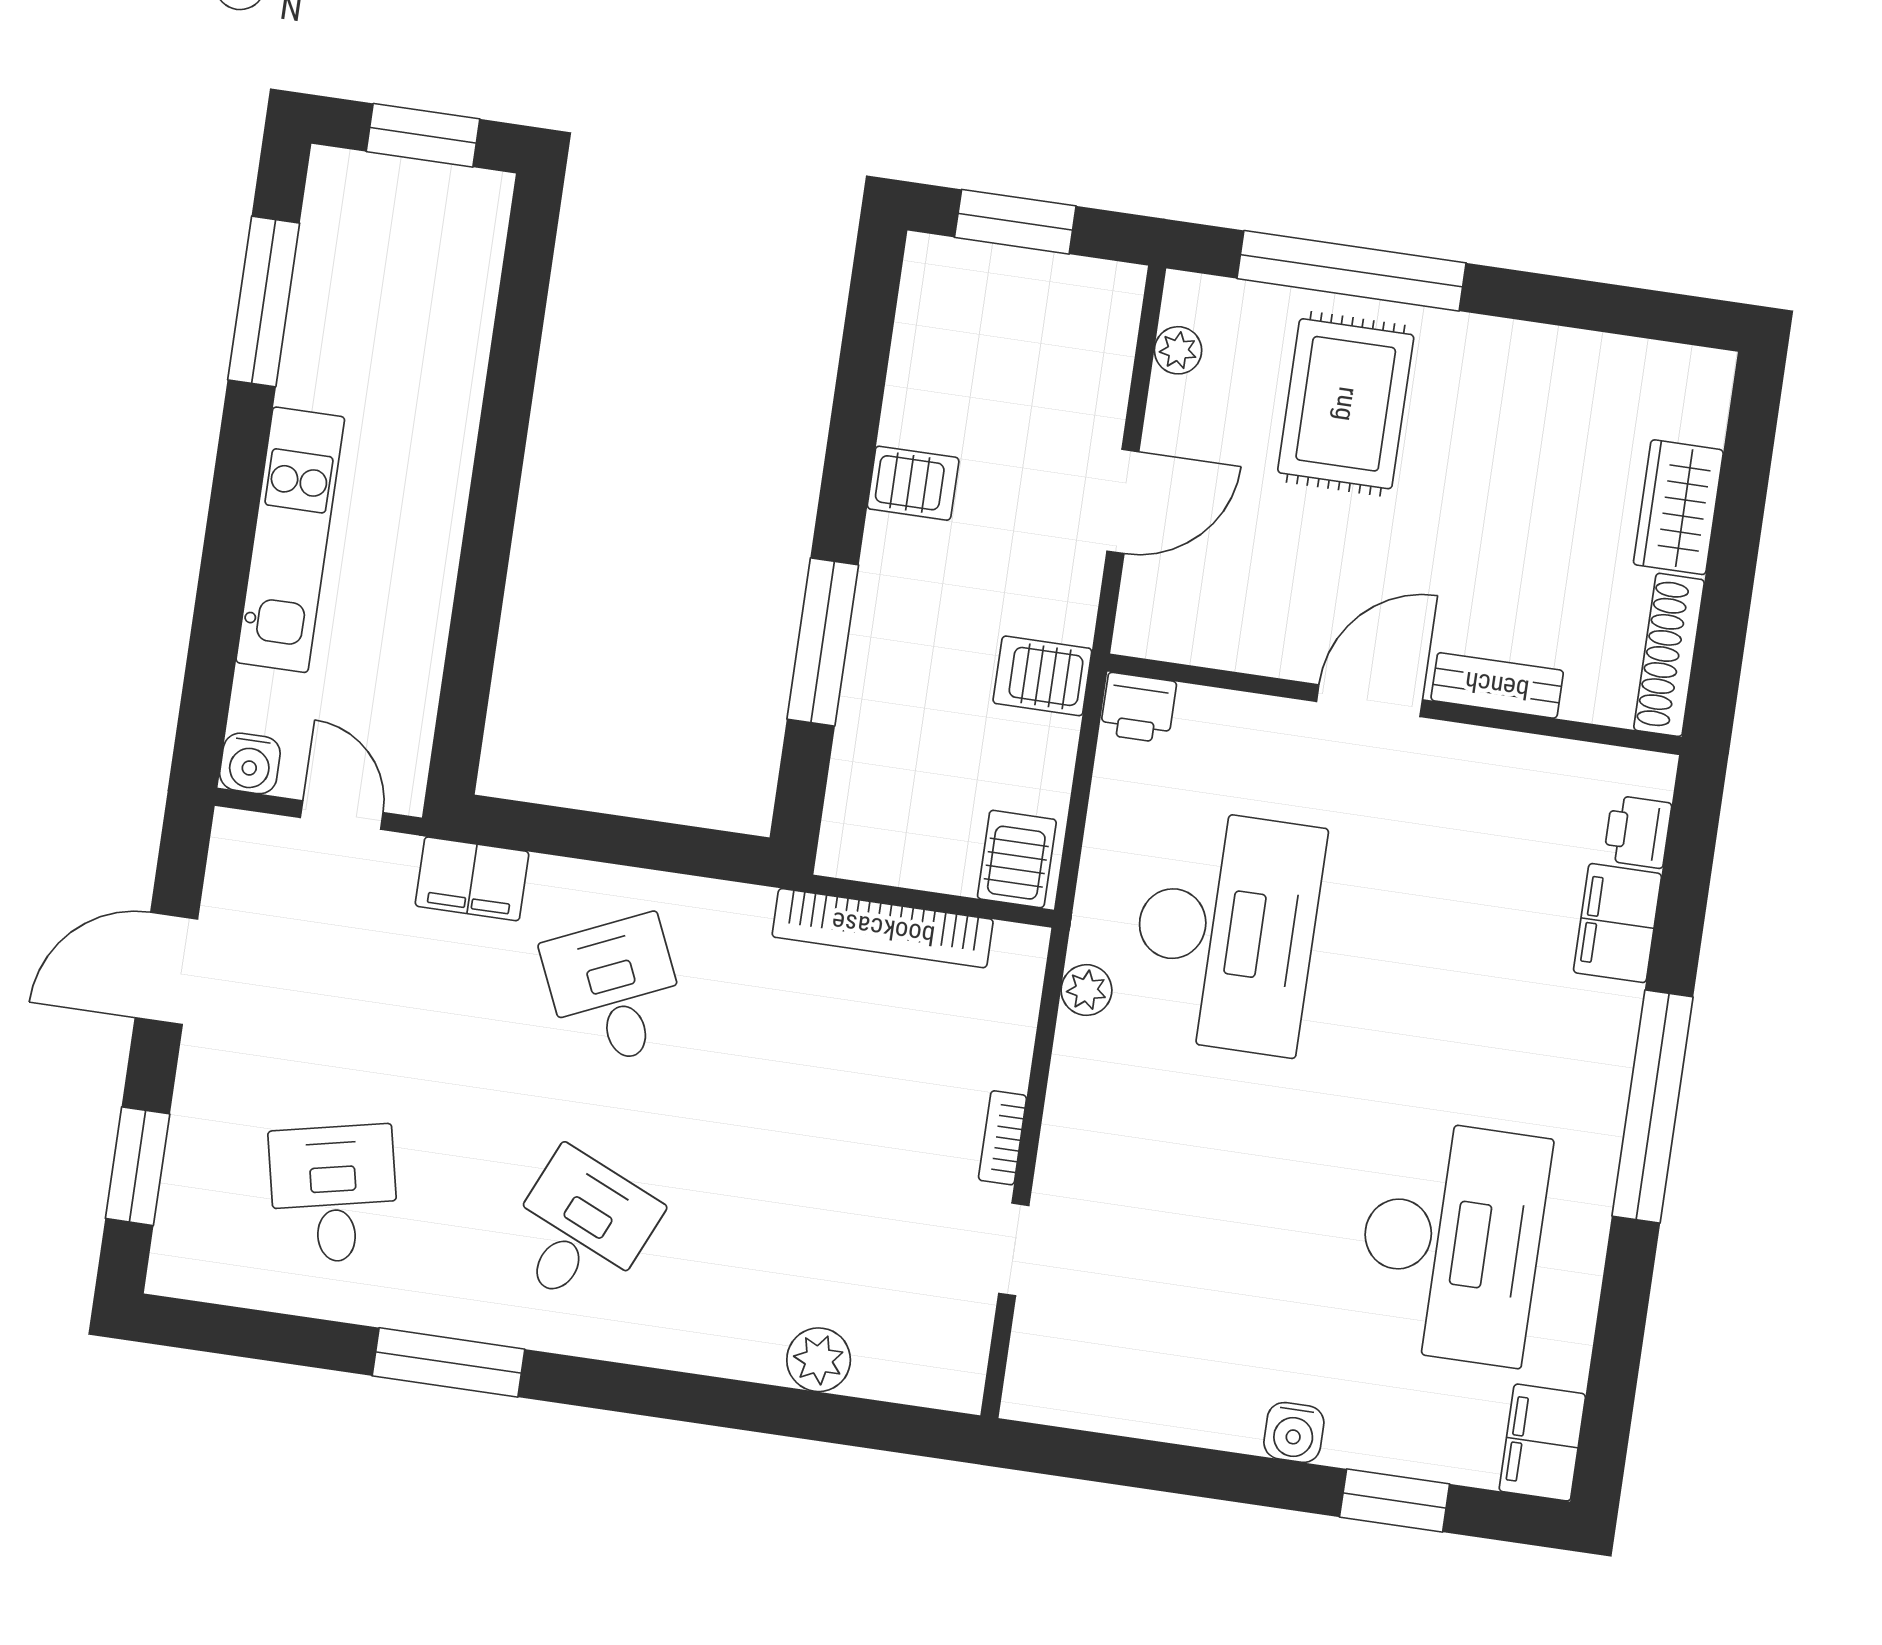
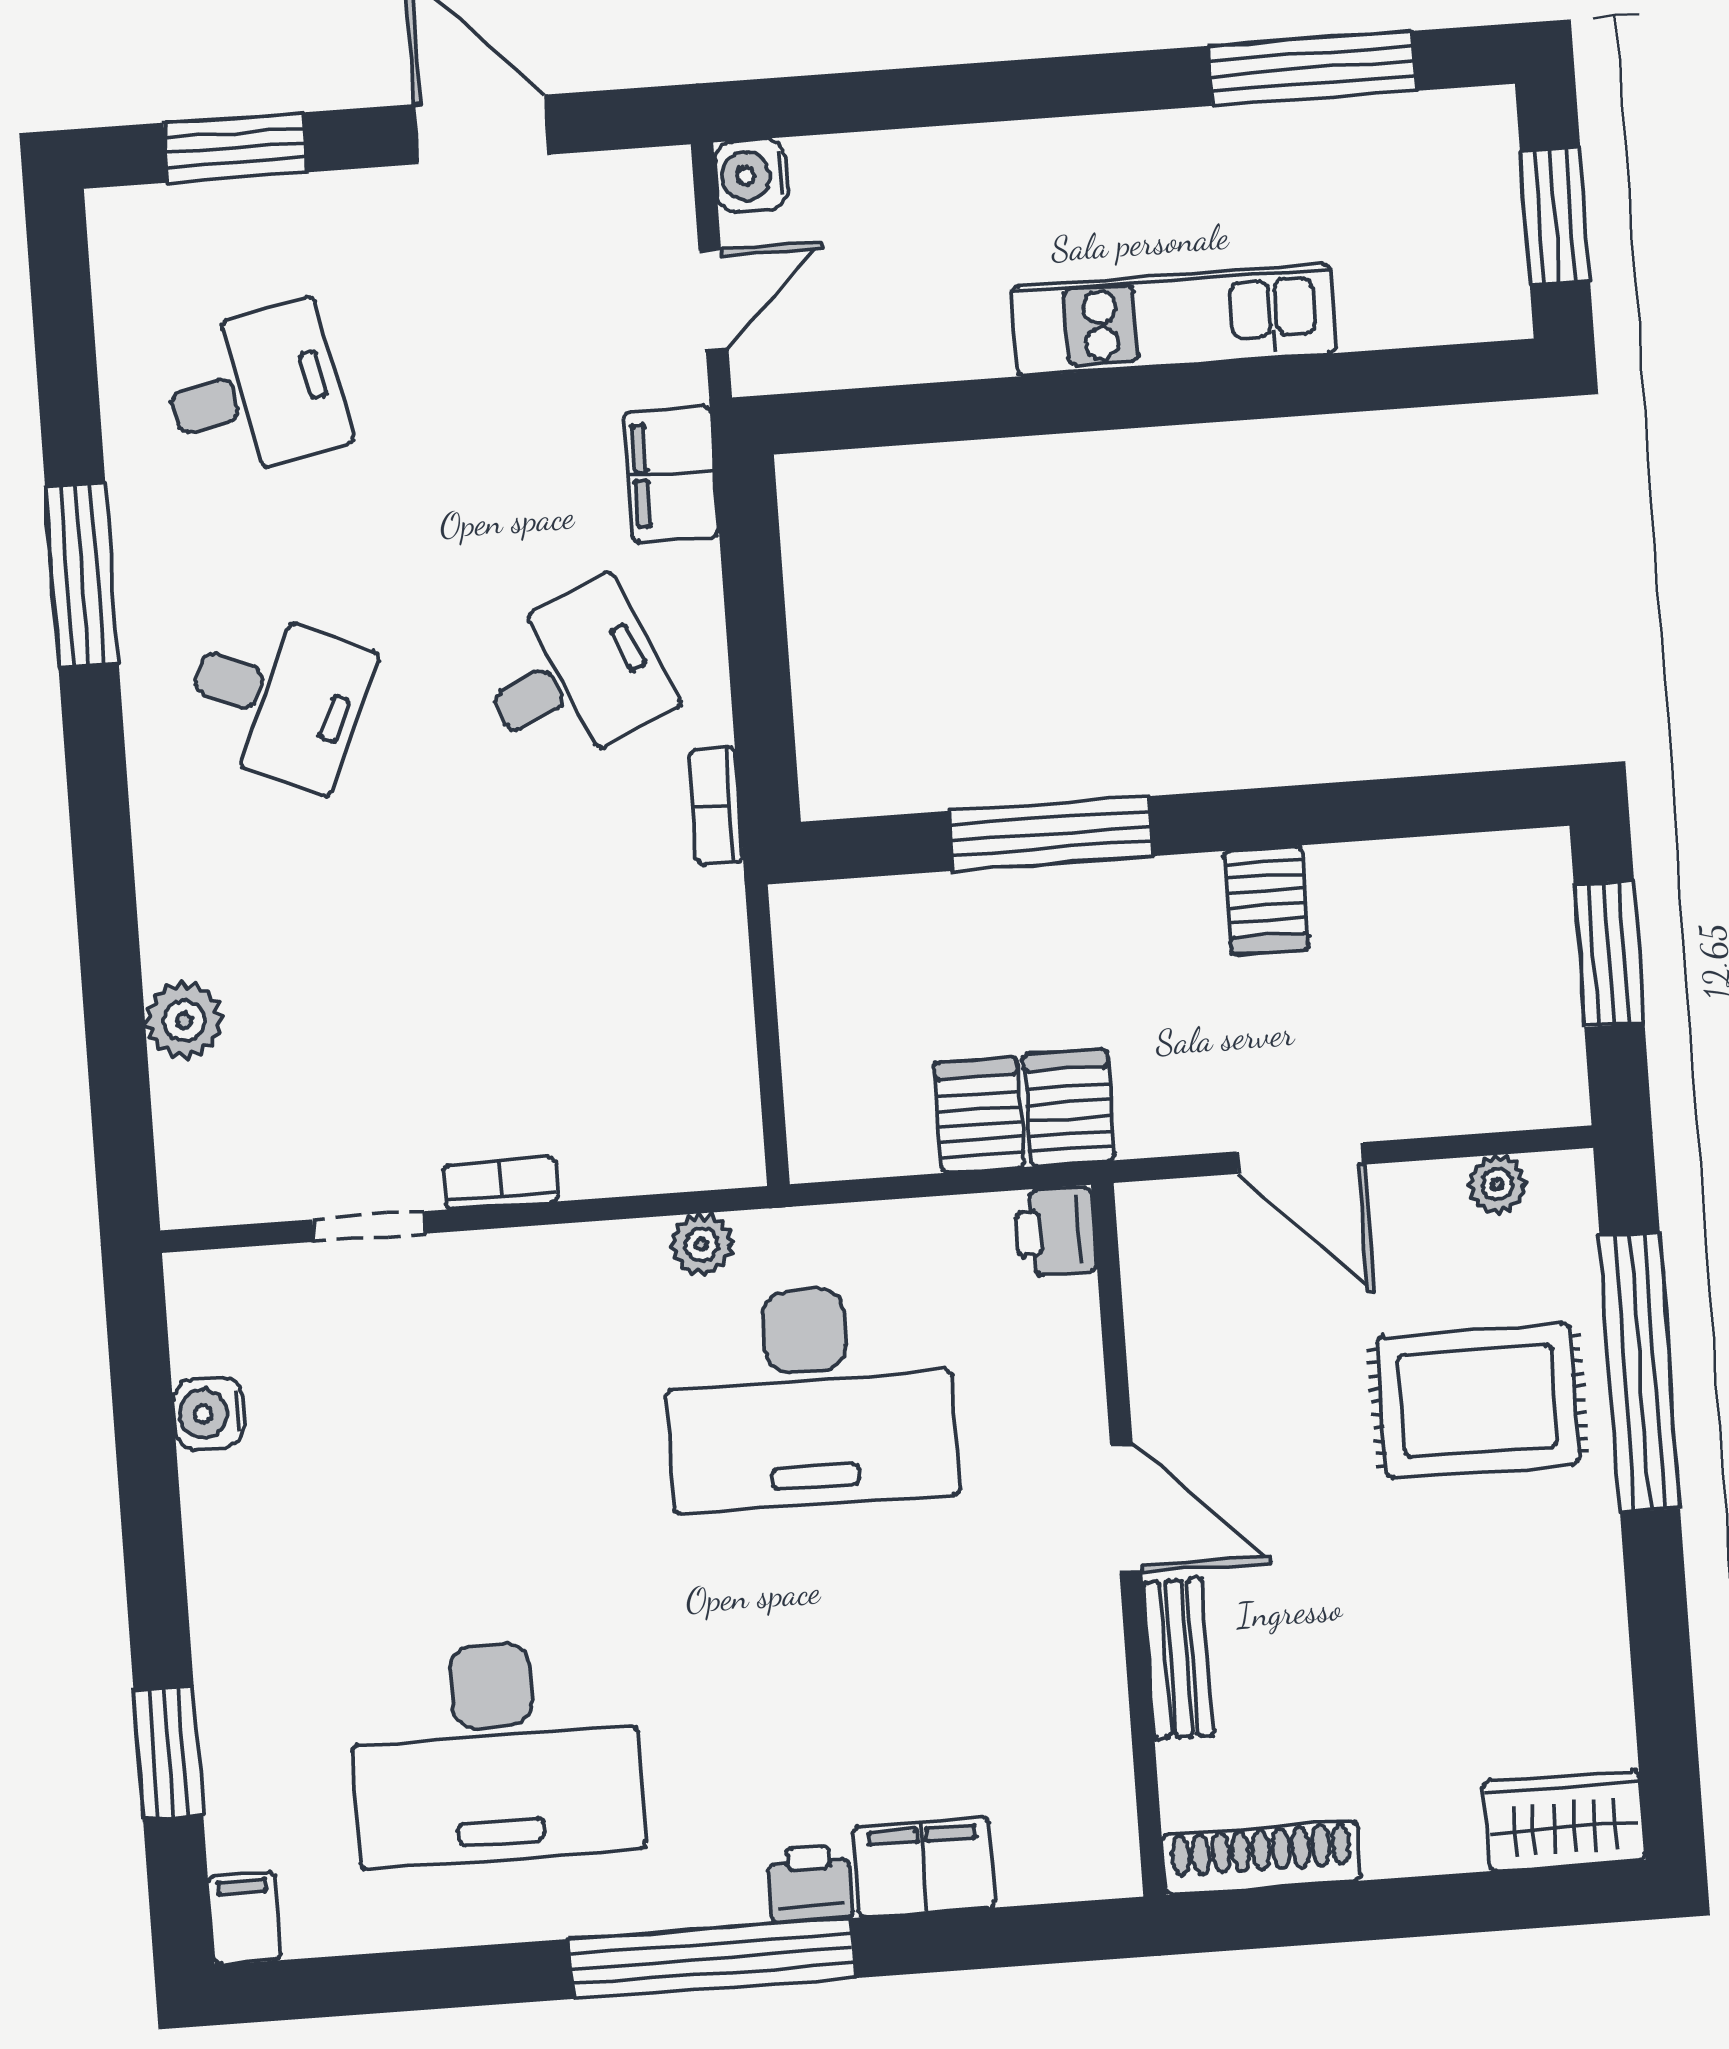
wardrobe: (1678, 507) -> (1564, 1820), moved
kitchen unit: (290, 540) -> (1174, 320), moved, turned 180
printer: (1638, 832) -> (810, 1884), moved
server rack: (1017, 859) -> (979, 1115), moved, turned -90
bookcase: (883, 928) -> (716, 806), moved, width x0.43, depth x0.76
water cooler: (1294, 1432) -> (209, 1413), moved
filing cabinet: (1542, 1443) -> (244, 1918), width x0.50

